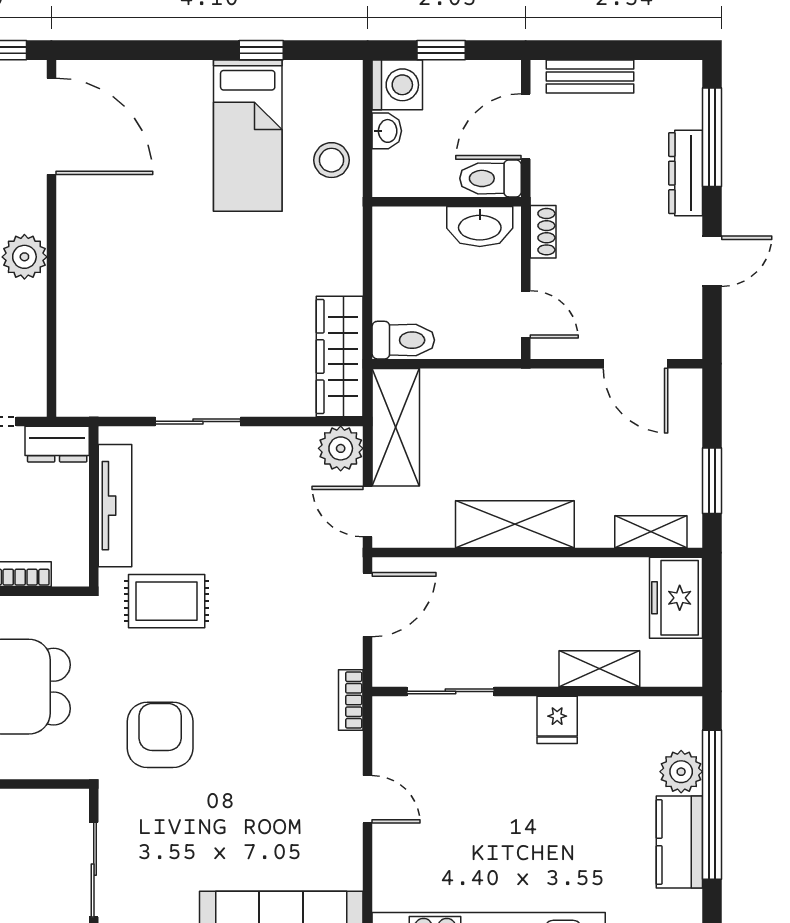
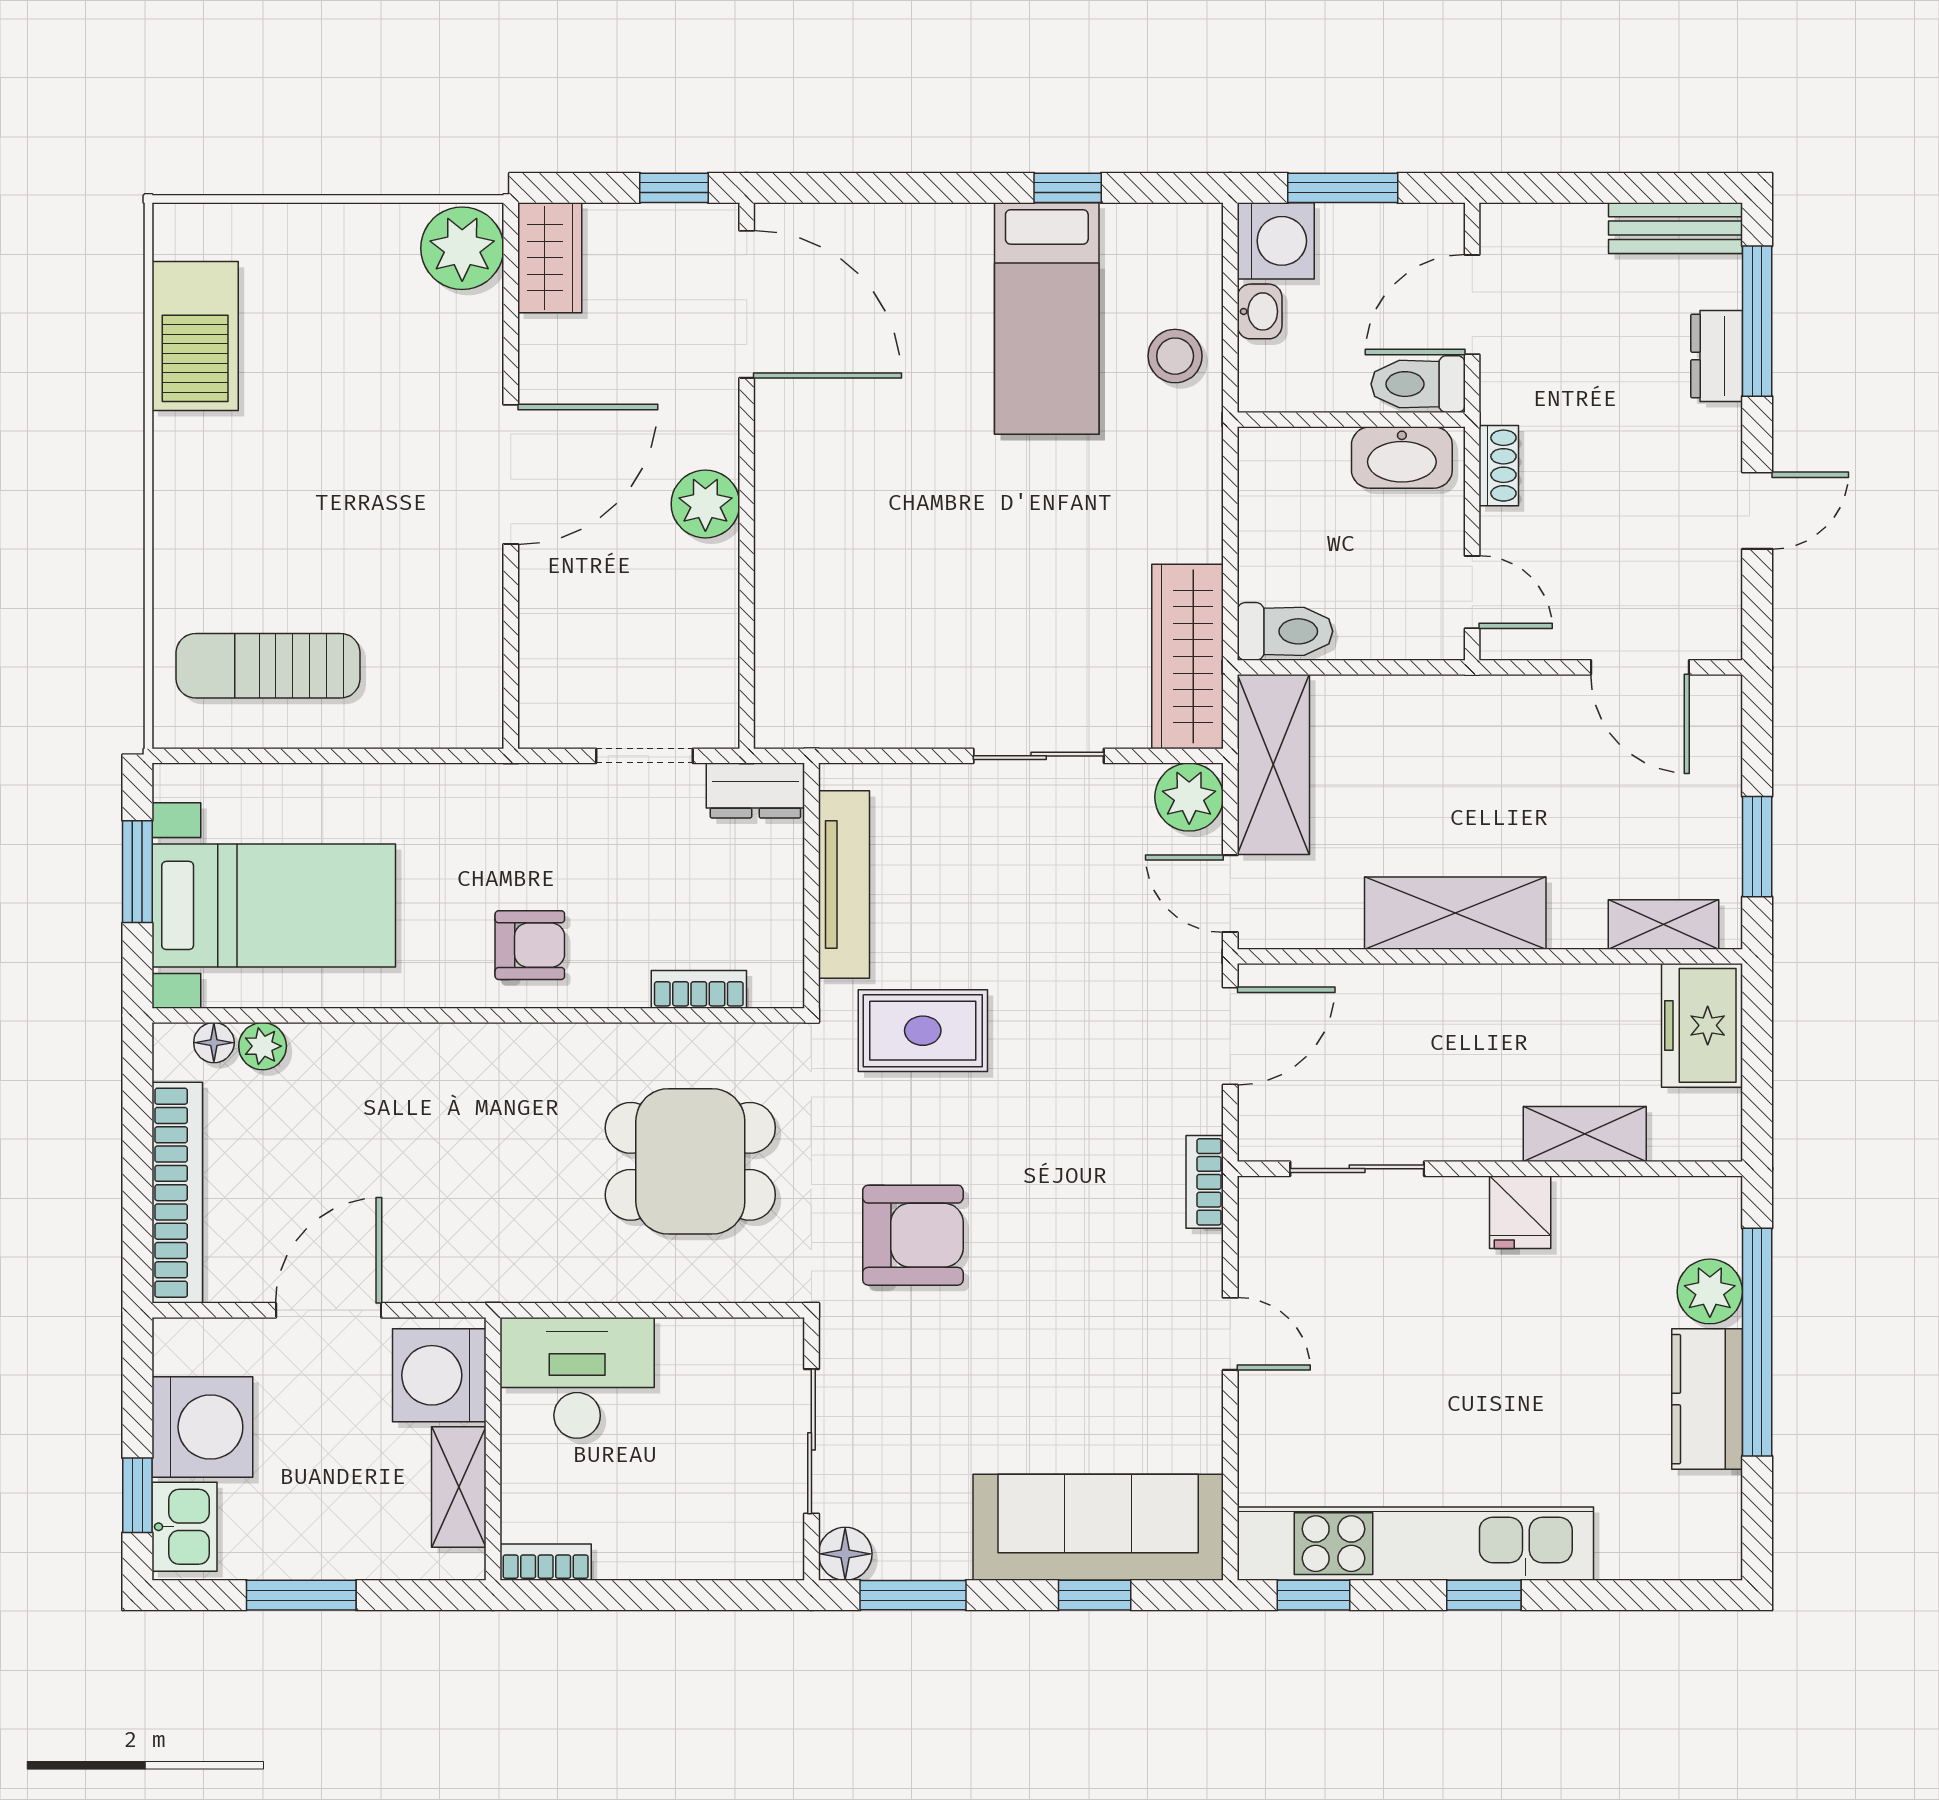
window: (441, 50) -> (1343, 188), width x1.50
bench: (590, 76) -> (1675, 228), moved
dresser: (686, 173) -> (1717, 356), width x0.70
sliding door: (198, 421) -> (1039, 756), moved
armchair: (160, 735) -> (913, 1235), turned 90

